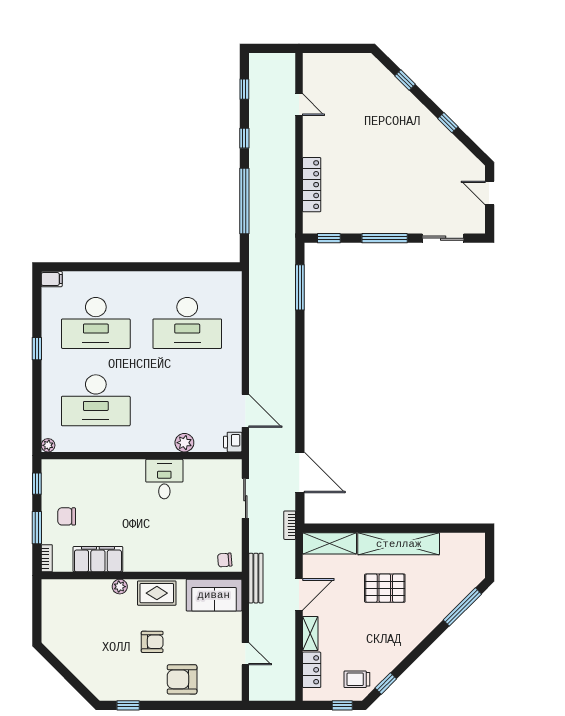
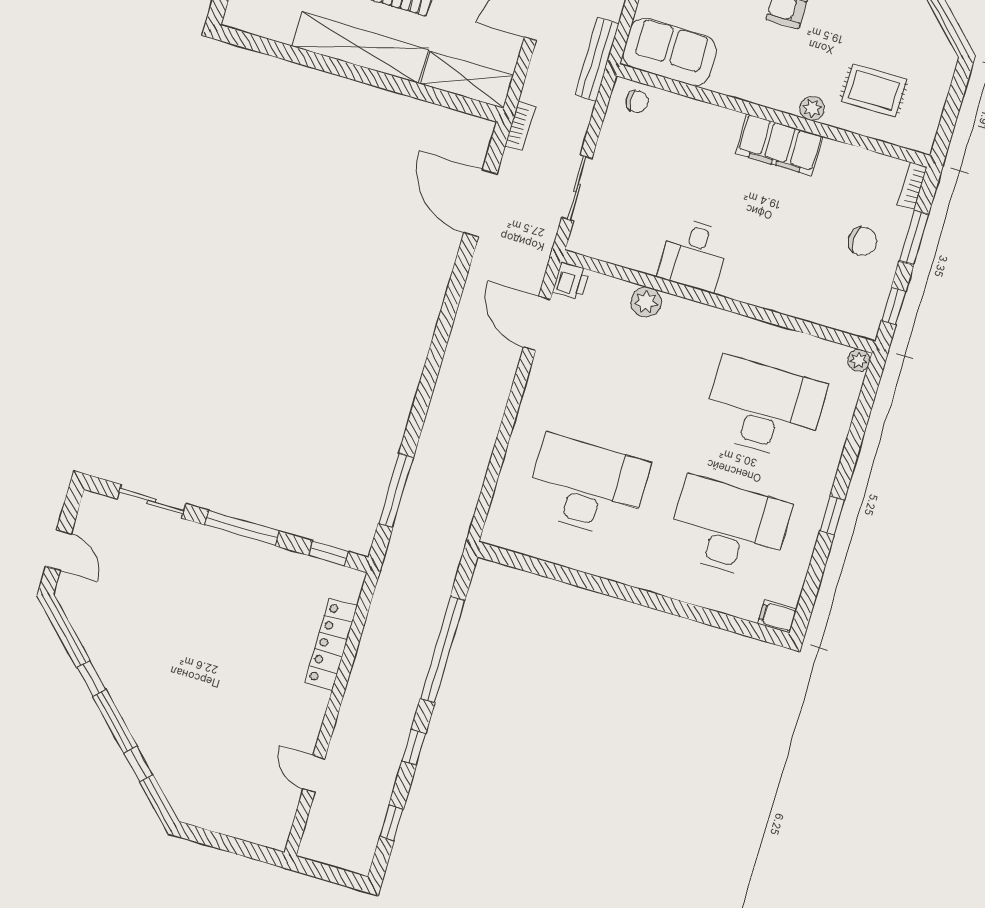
filing cabinet: (98, 559) -> (779, 145), moved
rug: (157, 593) -> (874, 90), moved

